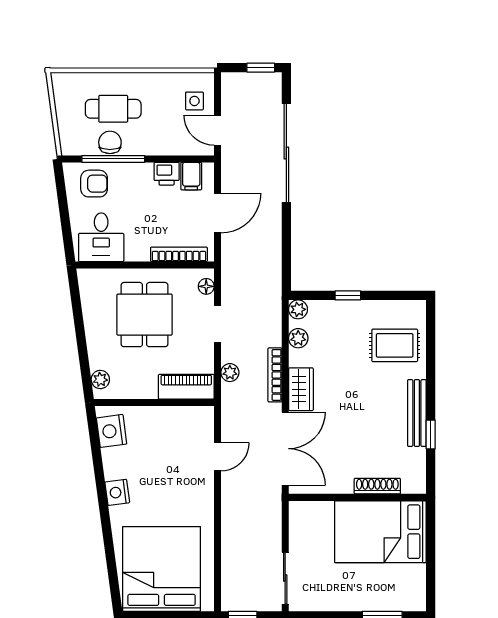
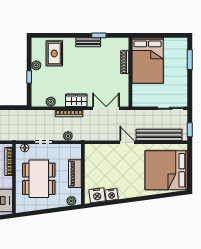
plant: (298, 309) -> (36, 65), moved
dining table: (145, 315) -> (39, 179), width x1.38
piano: (186, 387) -> (75, 174), moved
bench: (417, 413) -> (88, 42), width x0.73
double door: (285, 449) -> (106, 108), width x0.73
door: (218, 457) -> (127, 142), moved
nightstand: (117, 492) -> (112, 195), moved
bench: (232, 554) -> (159, 135), added

